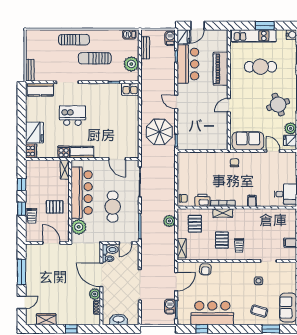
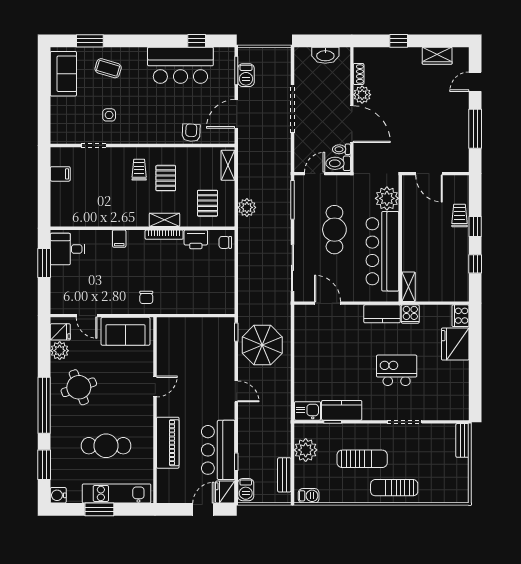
kitchen counter: (40, 90) -> (342, 410), moved
kitchen island: (72, 116) -> (397, 370), turned 180
pallet: (55, 207) -> (424, 229), removed

